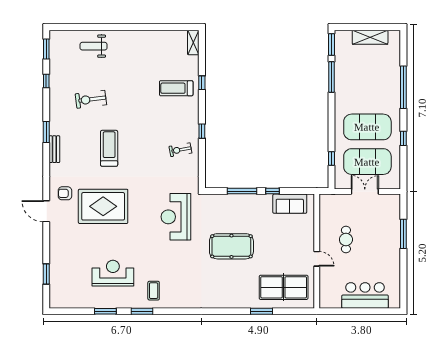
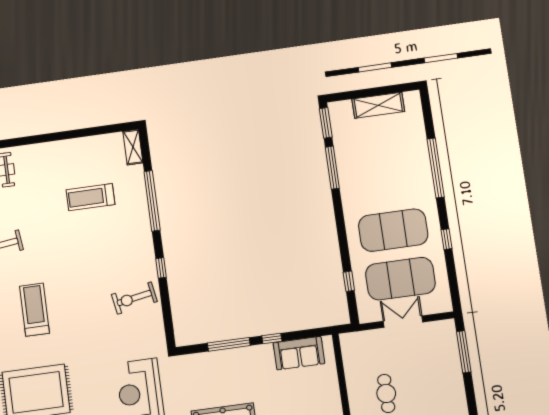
window: (202, 83) -> (152, 201), width x3.17
treadmill: (176, 88) -> (90, 197), moved
exercise bike: (180, 150) -> (134, 298), width x1.38, depth x1.39
window: (403, 234) -> (464, 352), moved

